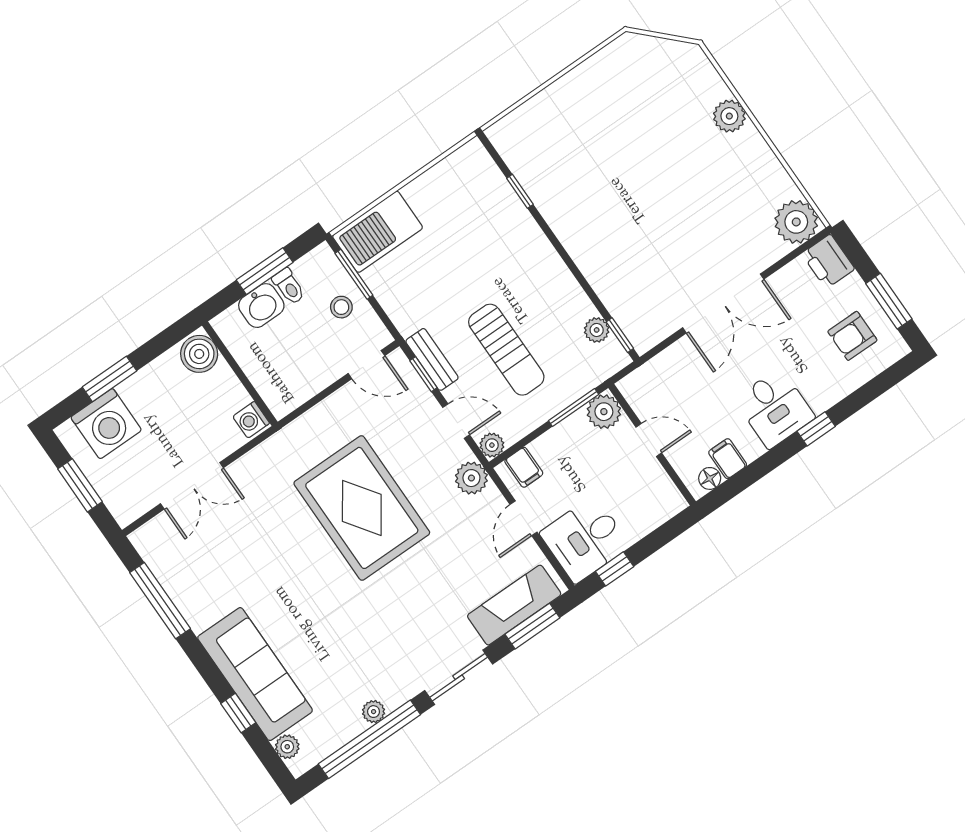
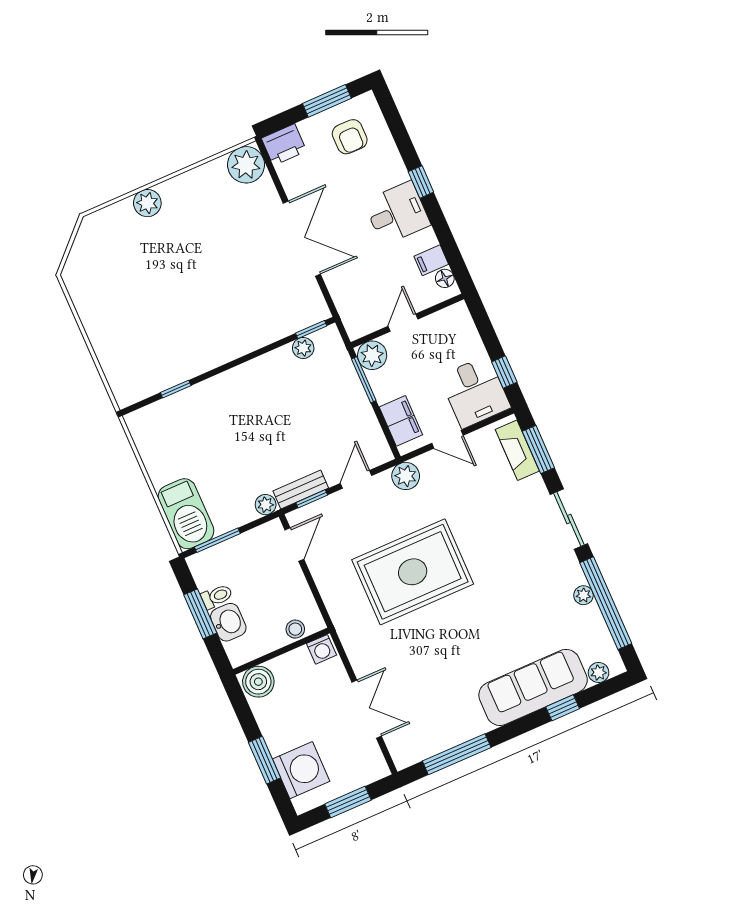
stool: (341, 307) -> (295, 629), moved
sun lounger: (506, 350) -> (305, 426), removed
plant: (492, 445) -> (266, 505), moved
filing cabinet: (524, 467) -> (401, 421), width x2.00
fireplace: (514, 605) -> (517, 450), width x0.73, depth x0.76

